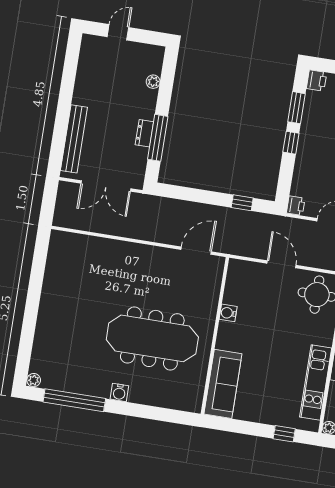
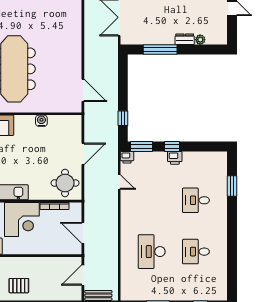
printer: (317, 81) -> (175, 158), moved
window: (297, 108) -> (141, 147), moved
dresser: (144, 133) -> (185, 39), moved

